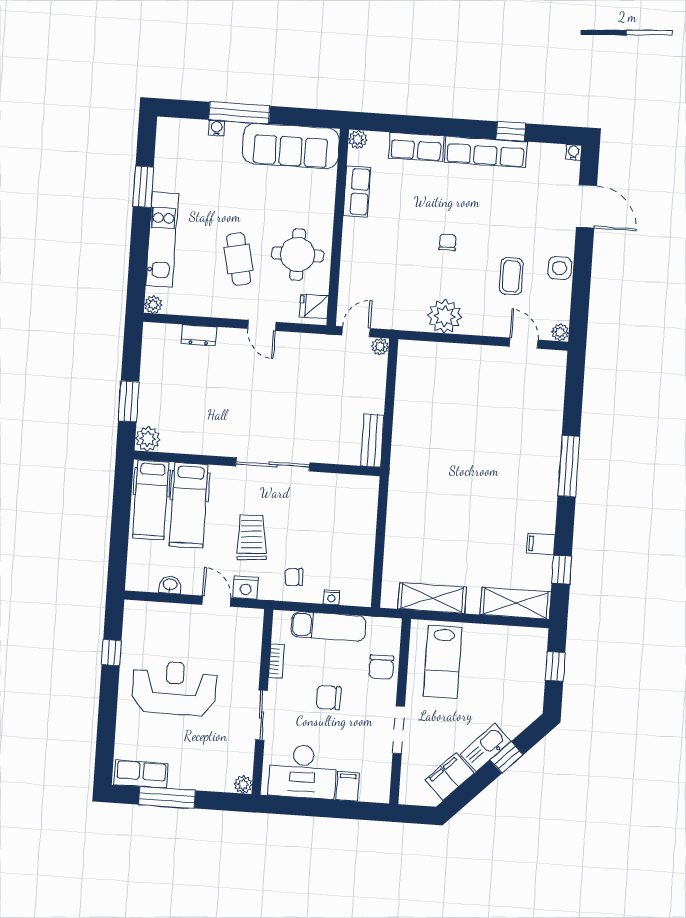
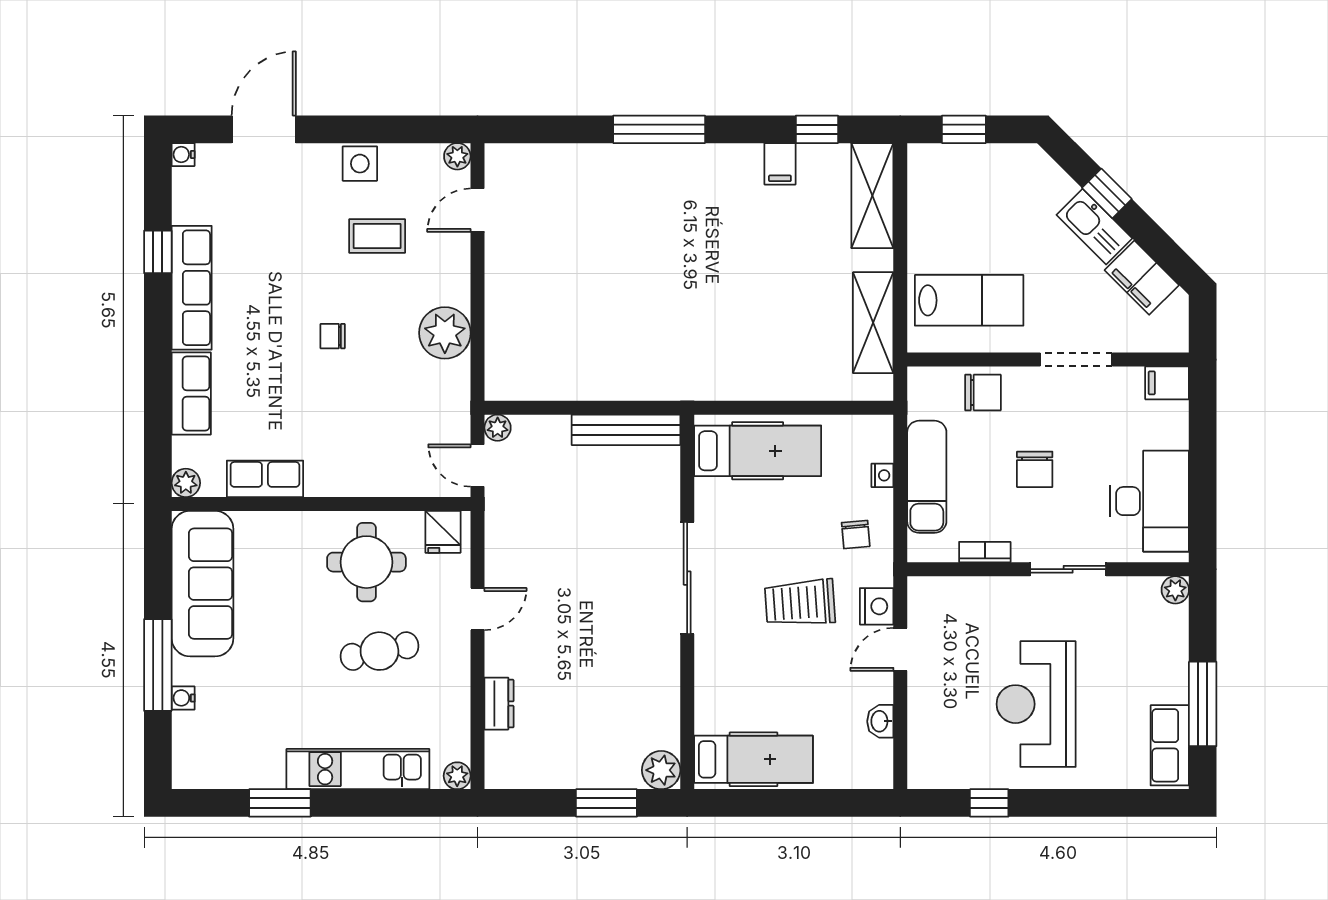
bench: (372, 440) -> (626, 430), width x1.36
hospital bed: (189, 505) -> (758, 451), moved
filing cabinet: (348, 786) -> (1167, 383), moved

